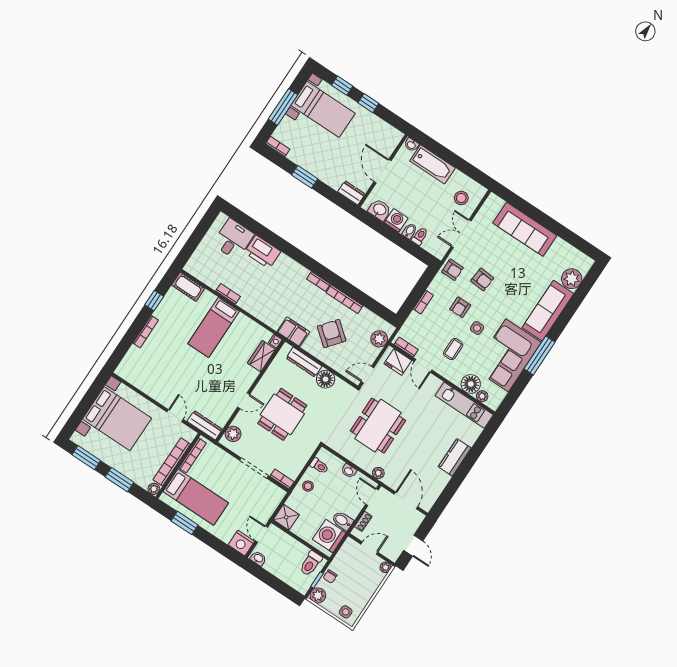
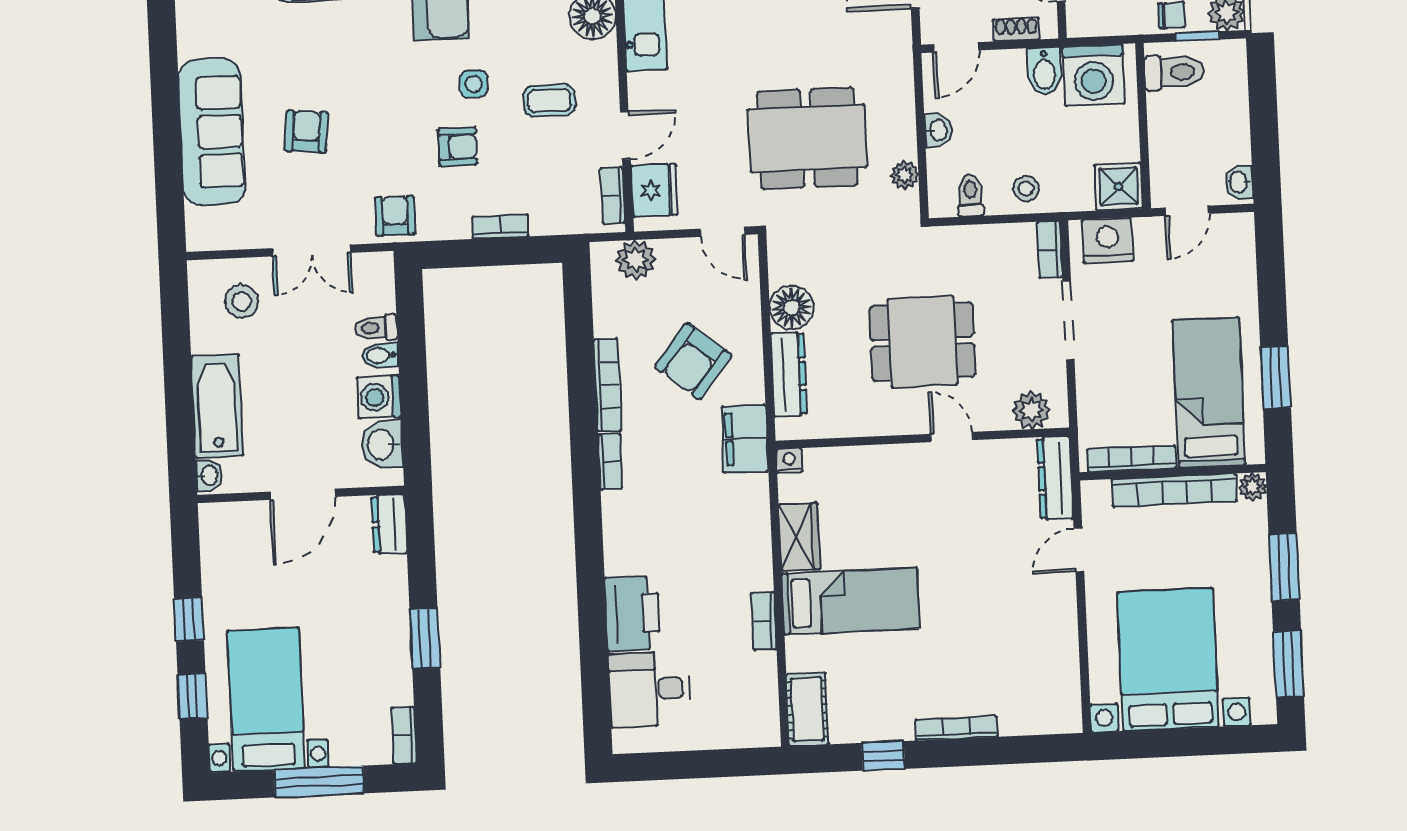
armchair: (482, 280) -> (306, 132), moved
wardrobe: (262, 356) -> (799, 537), moved, turned -90
plant: (378, 473) -> (904, 175), moved
nightstand: (241, 543) -> (1108, 240), moved, turned -90

